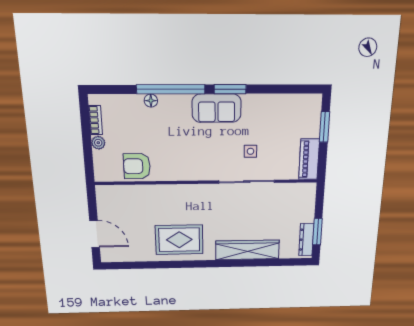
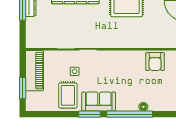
rug: (261, 117) -> (68, 95), added
piano: (309, 159) -> (34, 71), width x1.37, depth x1.33
armchair: (137, 166) -> (155, 61), turned 90

